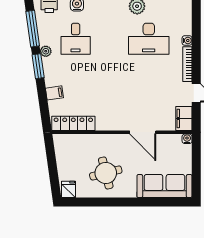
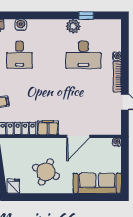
filing cabinet: (184, 118) -> (48, 128), moved, turned 90
door: (143, 132) -> (78, 136), hinge flipped
round table: (106, 173) -> (46, 172), turned 37

